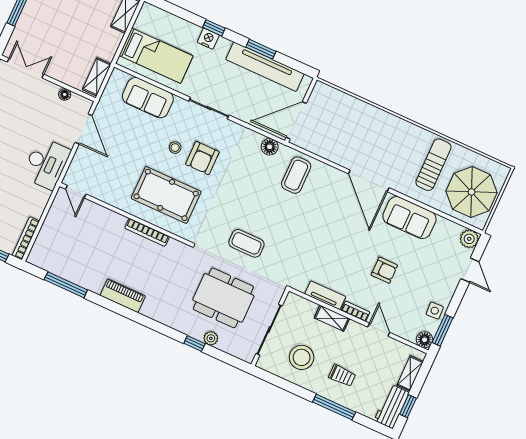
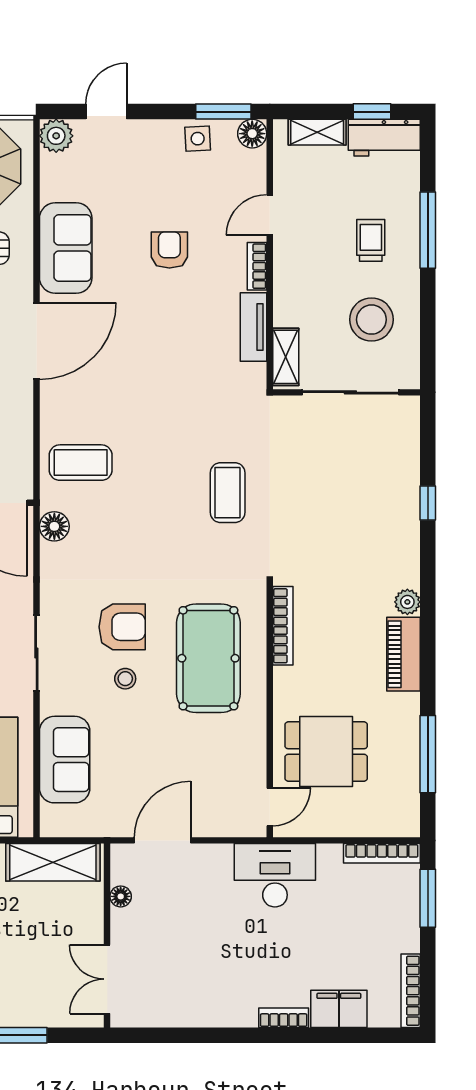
shelving: (97, 77) -> (53, 862), width x1.50, depth x1.33
desk: (46, 163) -> (275, 875), moved
bookcase: (147, 232) -> (283, 626), moved
dining table: (223, 298) -> (326, 752), moved, width x0.73
shelving: (332, 318) -> (286, 357), moved
plant: (211, 338) -> (407, 602), moved

